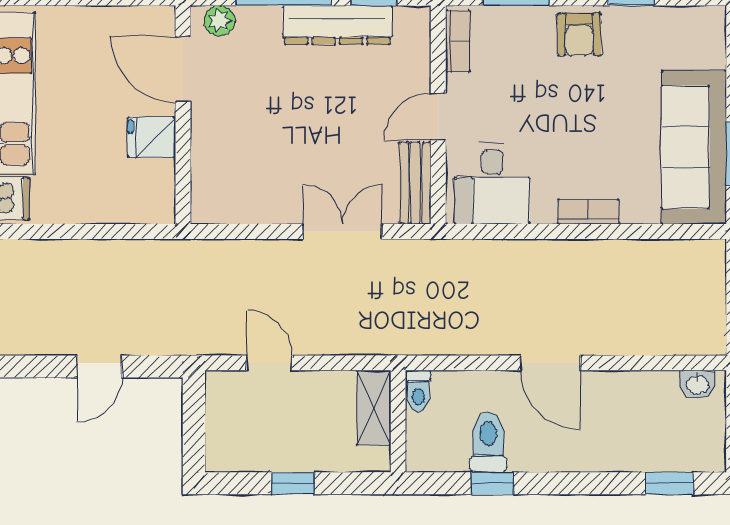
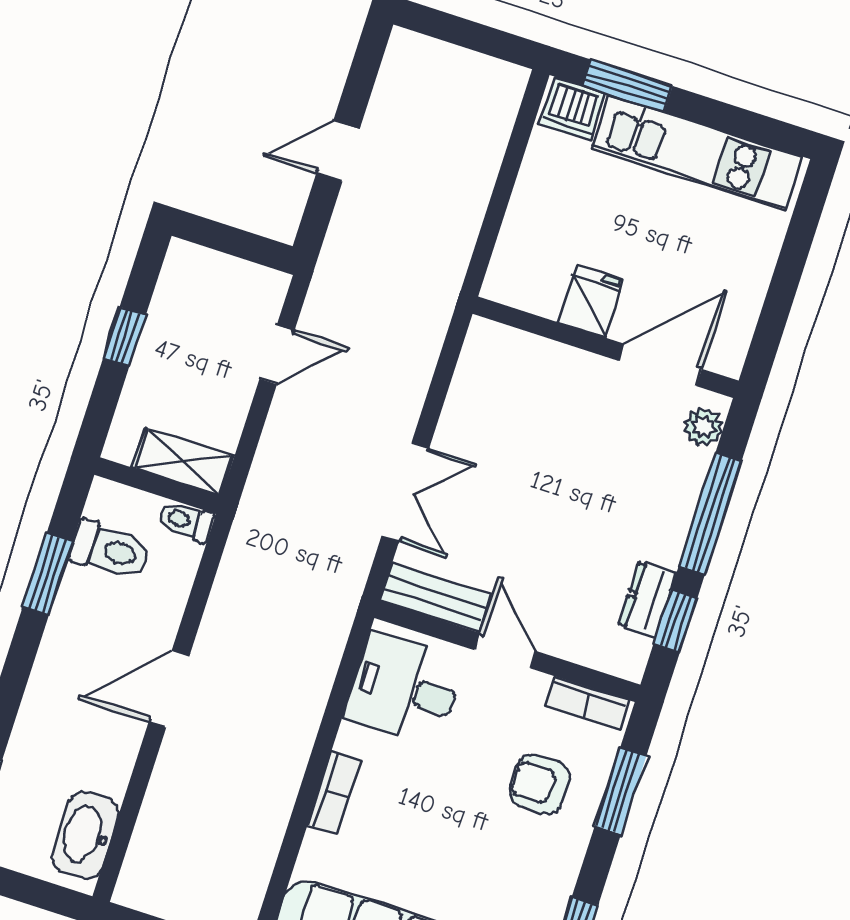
dresser: (337, 25) -> (647, 599), width x0.51, depth x0.80
armchair: (579, 34) -> (540, 784), moved
door: (99, 366) -> (338, 151), hinge flipped
washbasin: (698, 384) -> (85, 835), width x1.91, depth x1.45
toilet: (488, 442) -> (110, 550), moved
window: (492, 483) -> (48, 574), width x1.50

